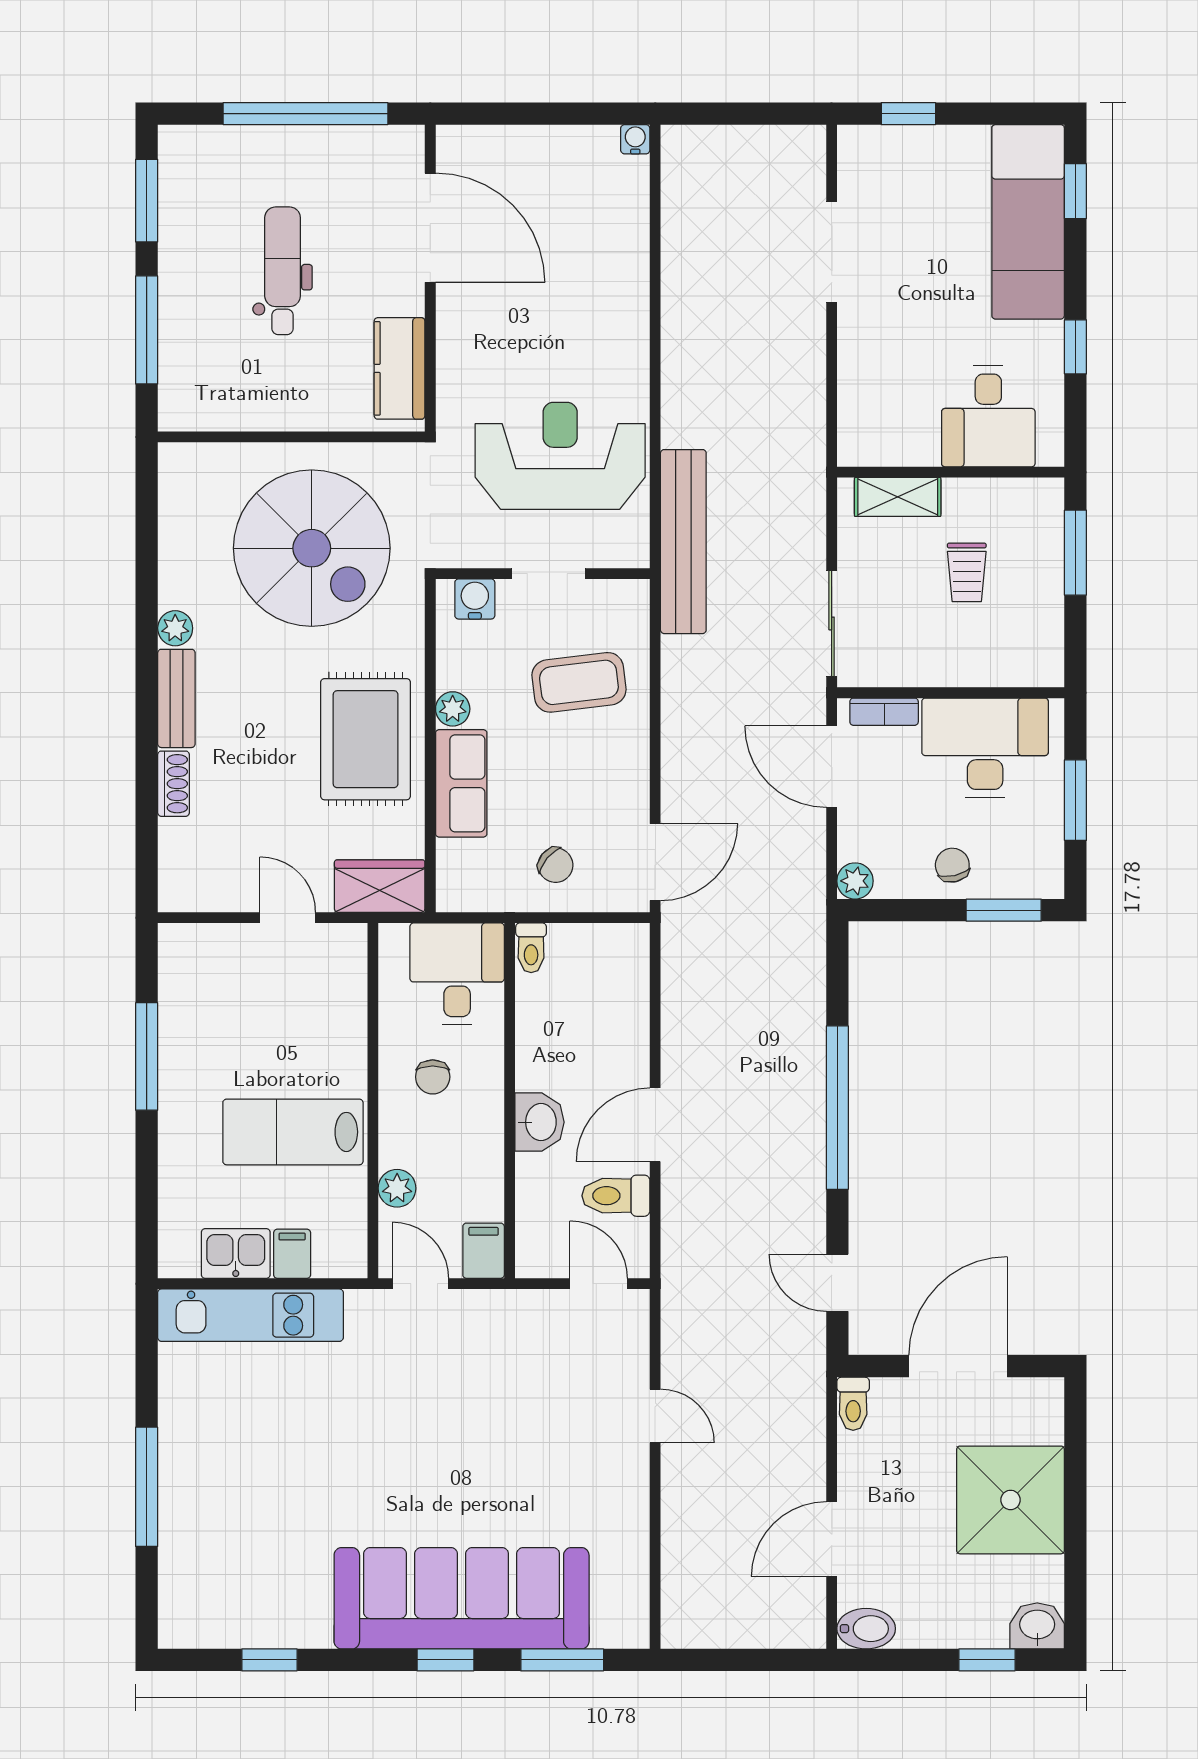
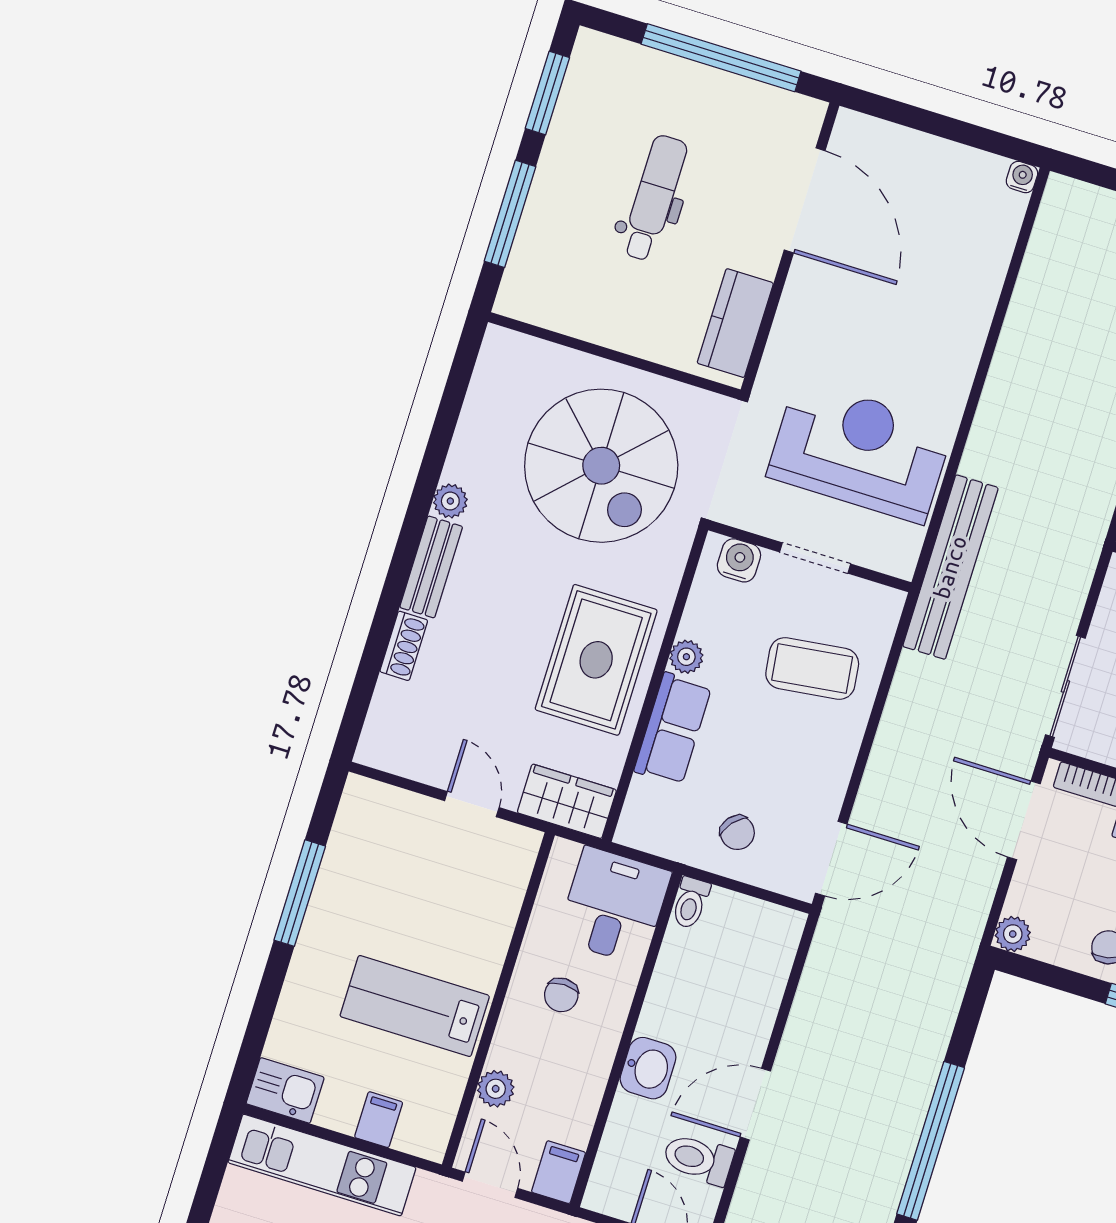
kitchen sink: (236, 1254) -> (285, 1090), moved

